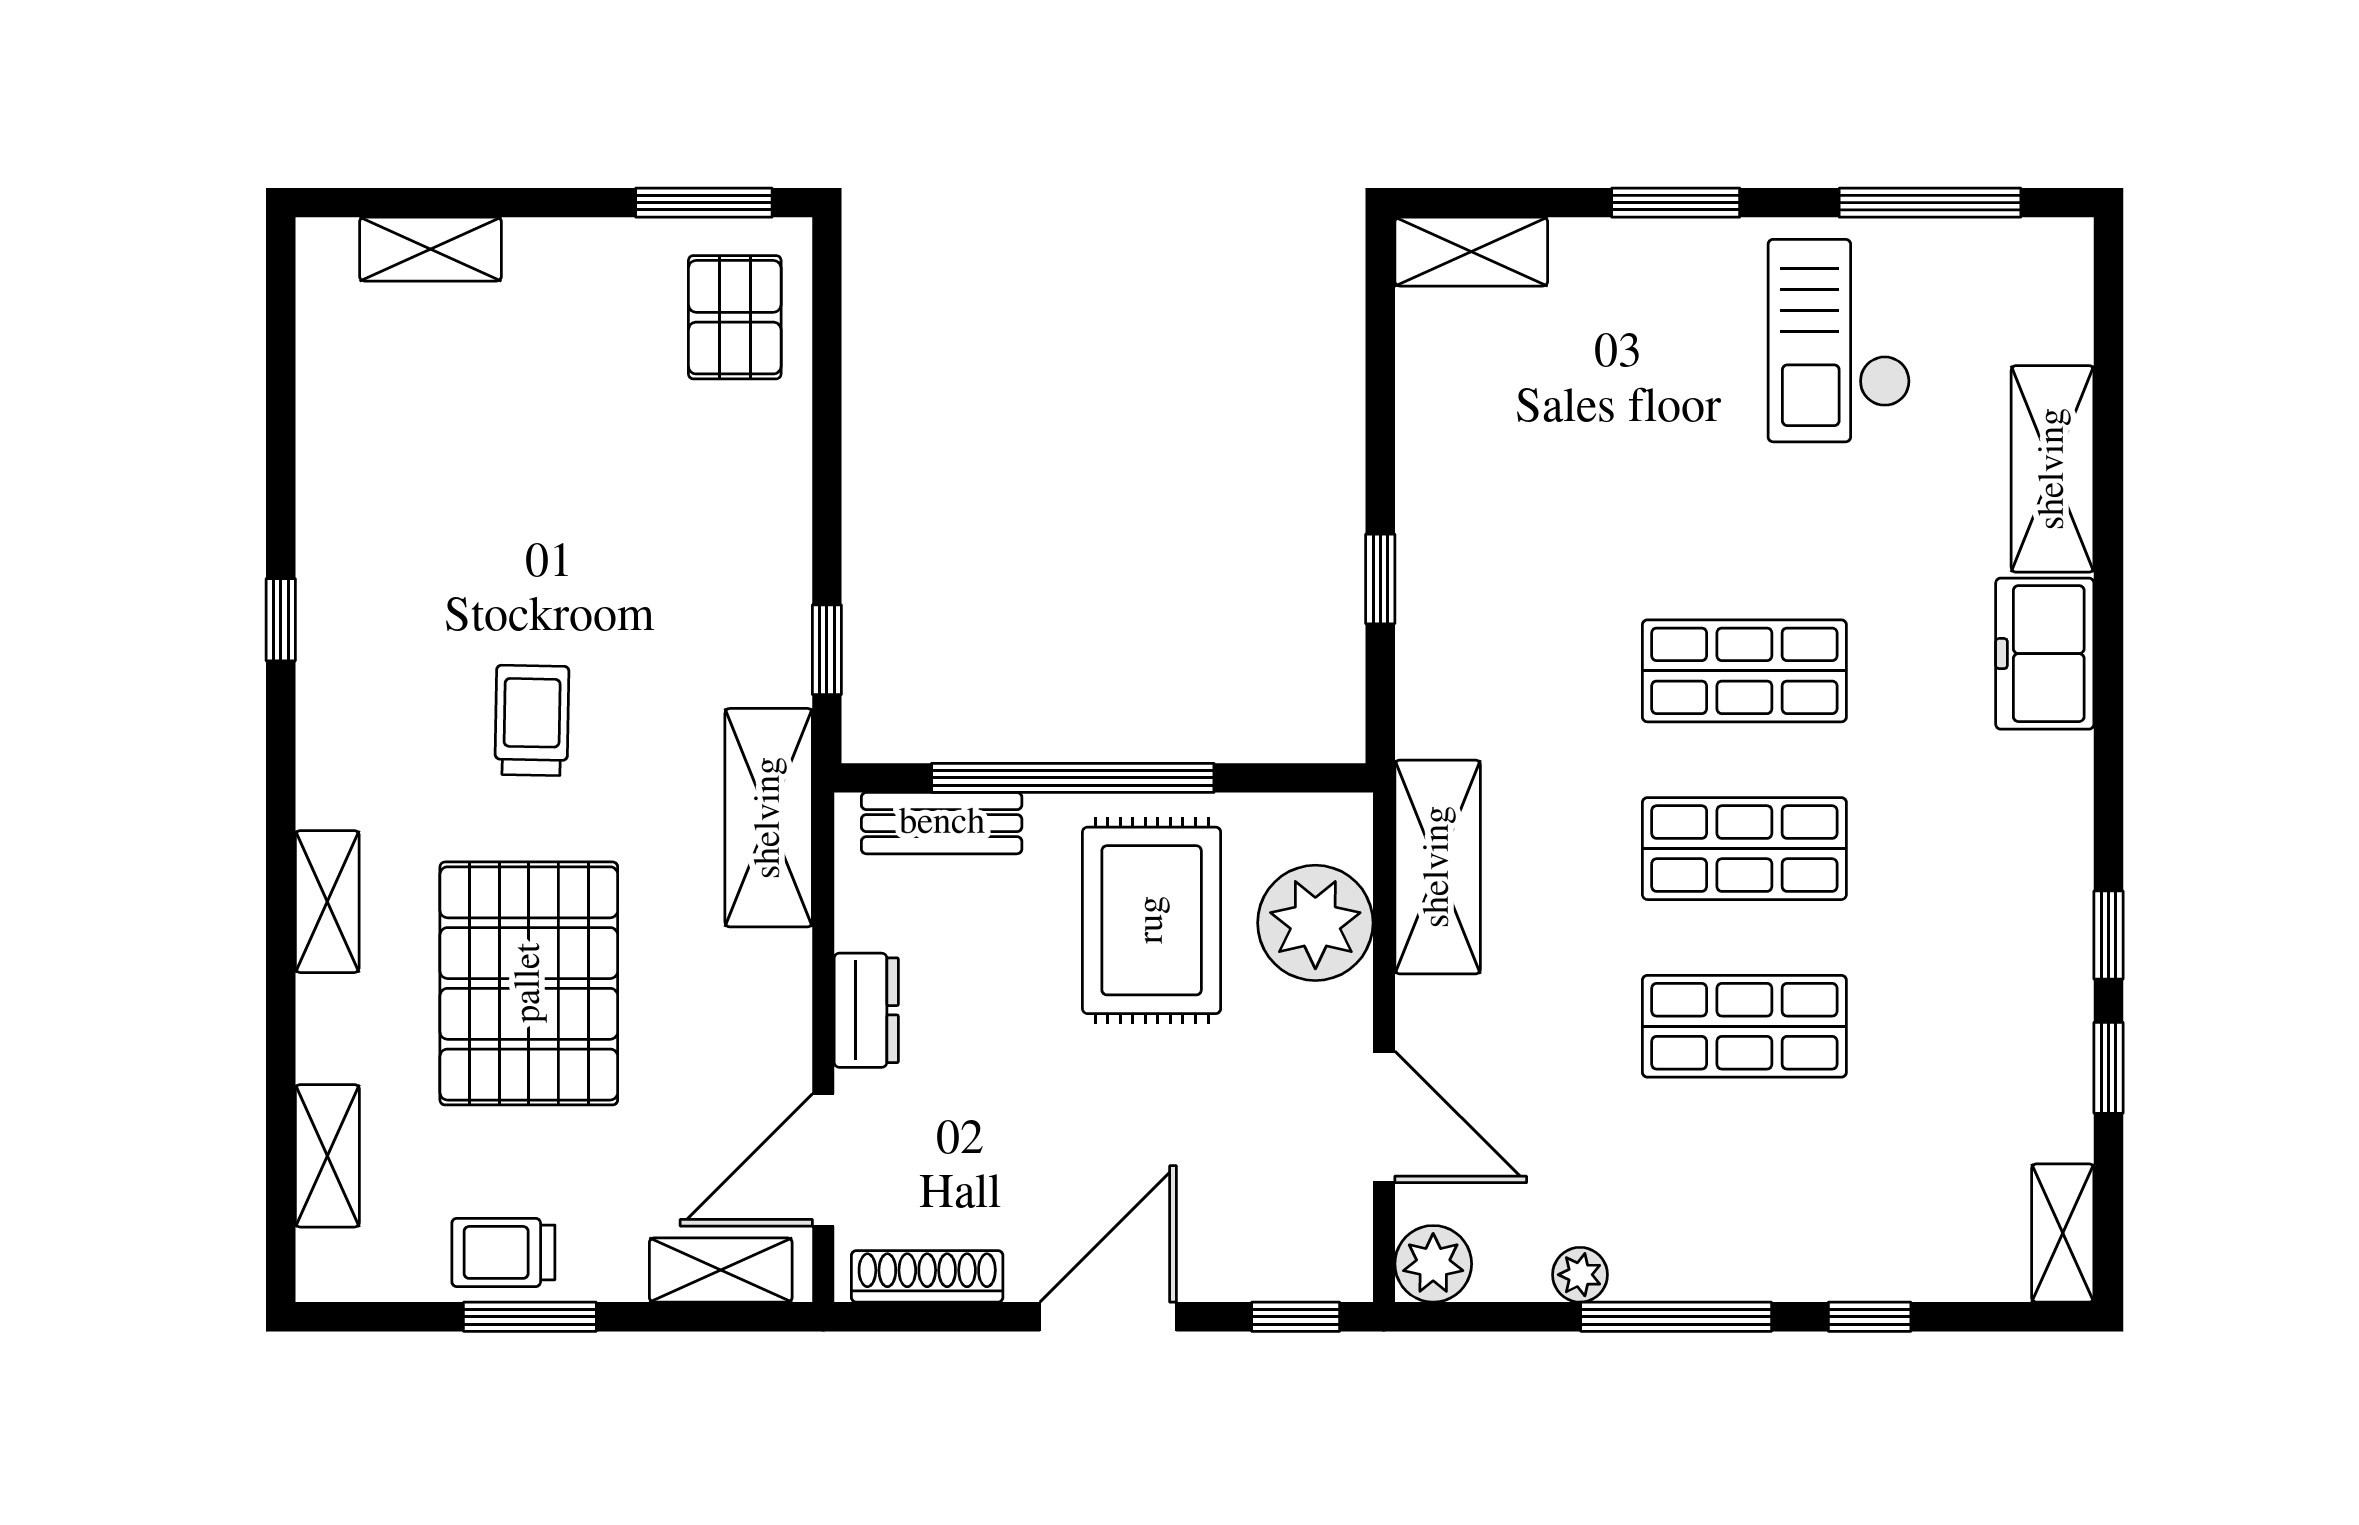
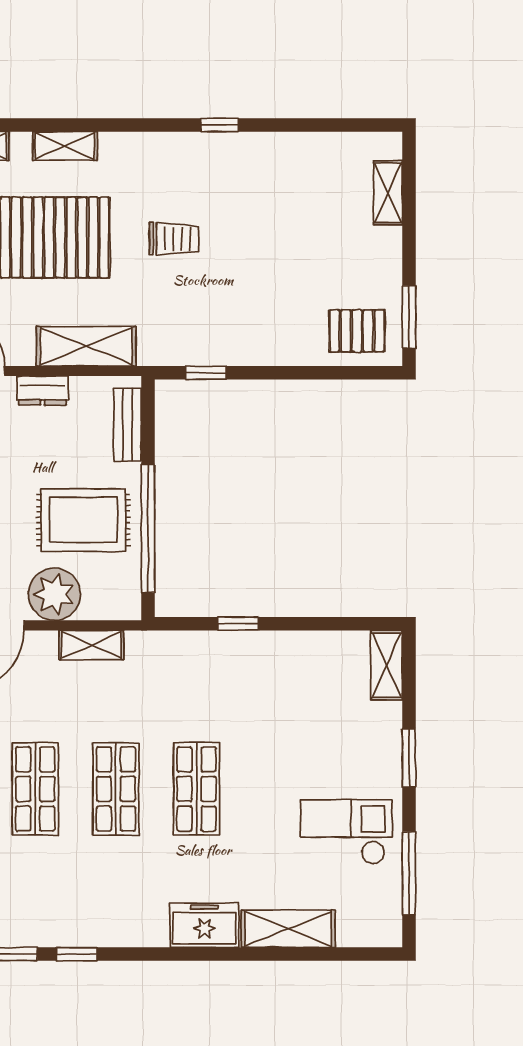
window: (1073, 778) -> (148, 528), moved
shelving: (769, 818) -> (86, 346), moved
shelving: (1438, 867) -> (91, 645), width x0.67, depth x0.75
shelving: (327, 902) -> (65, 146), moved
plant: (1315, 923) -> (54, 594), moved

